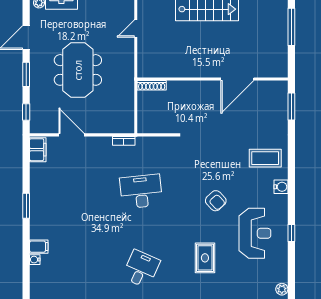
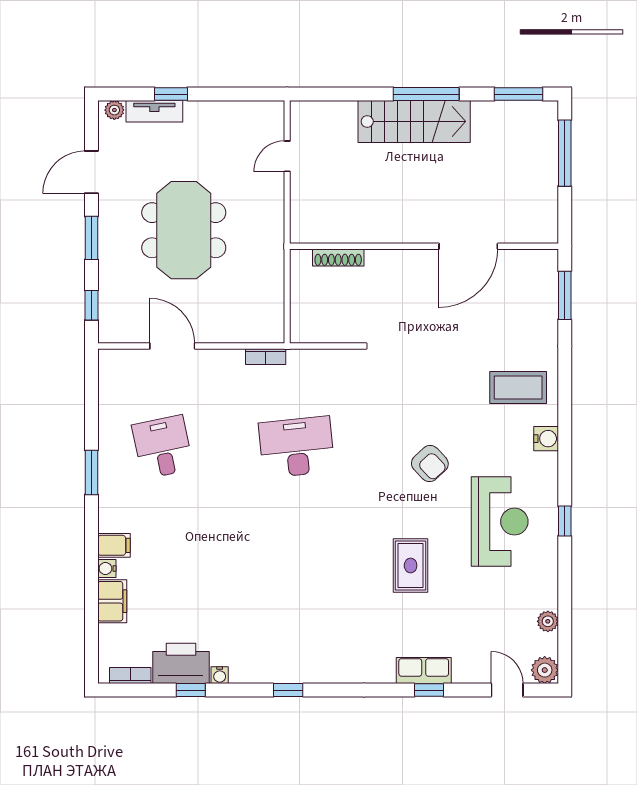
shoe rack: (152, 85) -> (338, 258), moved
filing cabinet: (38, 150) -> (112, 601), moved
desk: (141, 269) -> (163, 447), moved, turned -36

